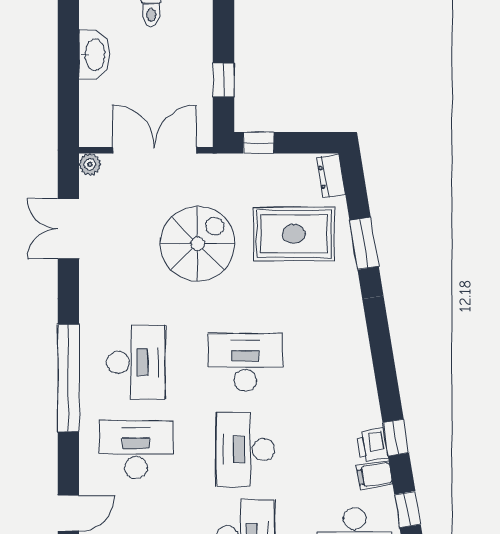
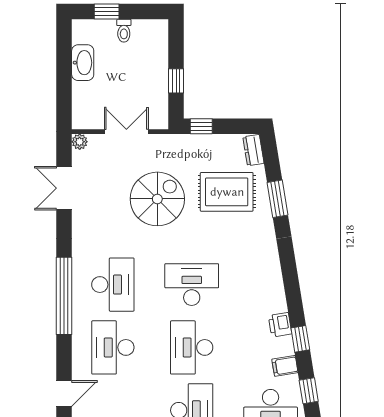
double door: (155, 150) -> (126, 132), width x0.73
printer: (372, 445) -> (280, 325), moved
desk: (136, 450) -> (113, 347), turned -90

